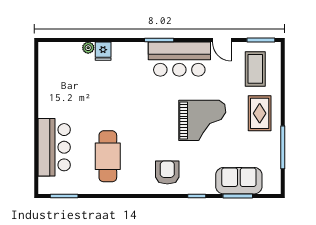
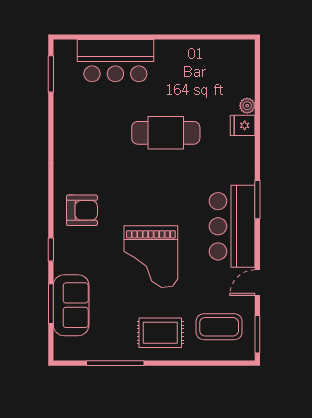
cafe table: (108, 156) -> (166, 133), moved

